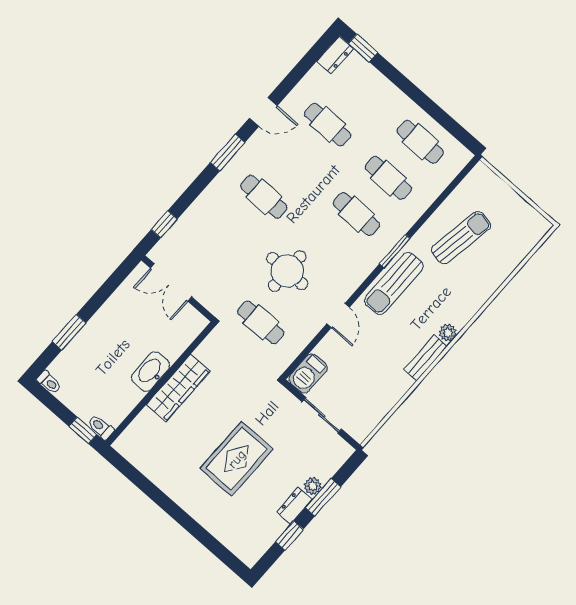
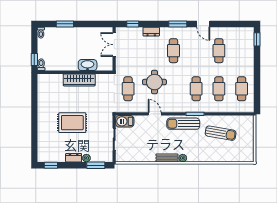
dresser: (335, 55) -> (151, 32), moved
door: (338, 316) -> (155, 114), swing flipped
washbasin: (151, 372) -> (88, 65), moved
window: (323, 497) -> (96, 165), moved
window: (289, 535) -> (51, 165), moved

